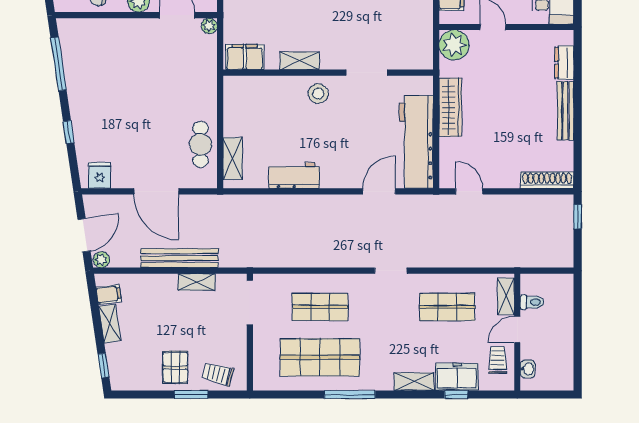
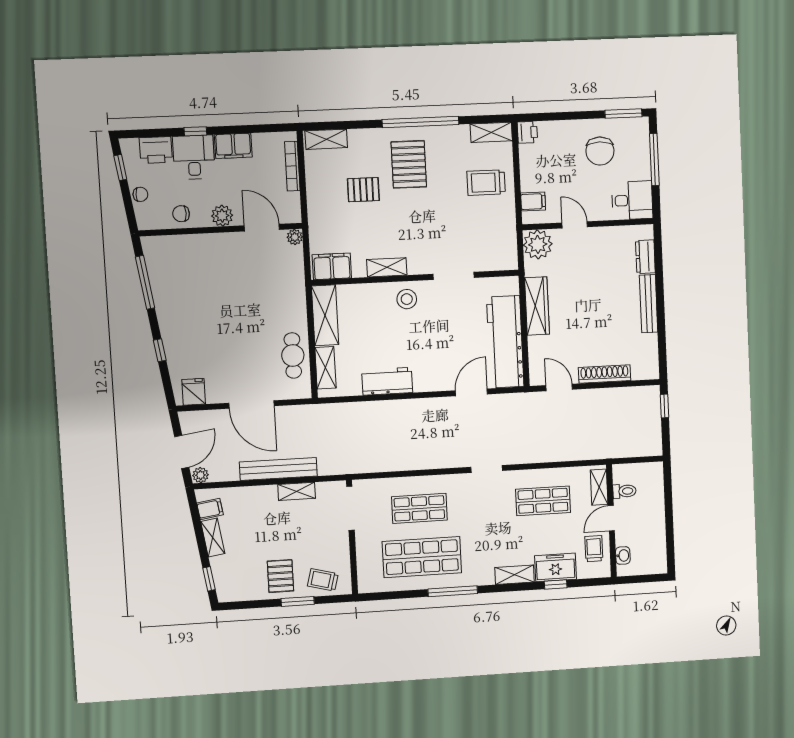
shelving: (235, 106) -> (325, 315), added
shoe rack: (547, 180) -> (604, 374), moved

